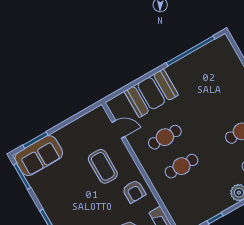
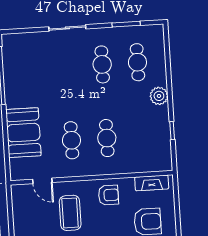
door: (118, 129) -> (42, 181), swing flipped
coffee table: (103, 166) -> (70, 213), turned 90

